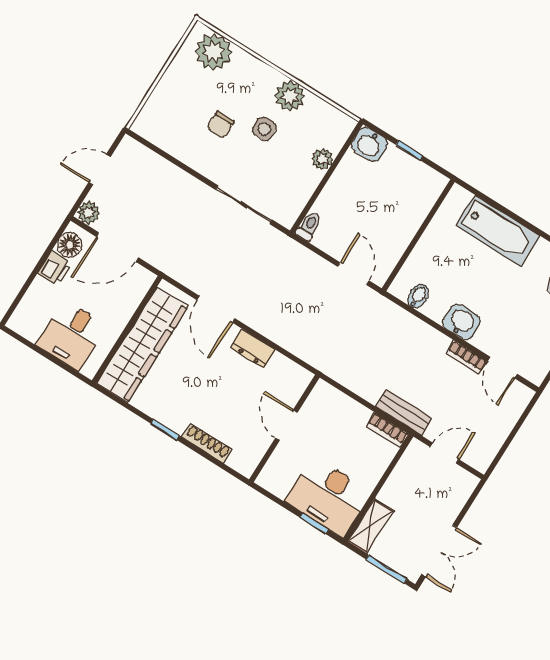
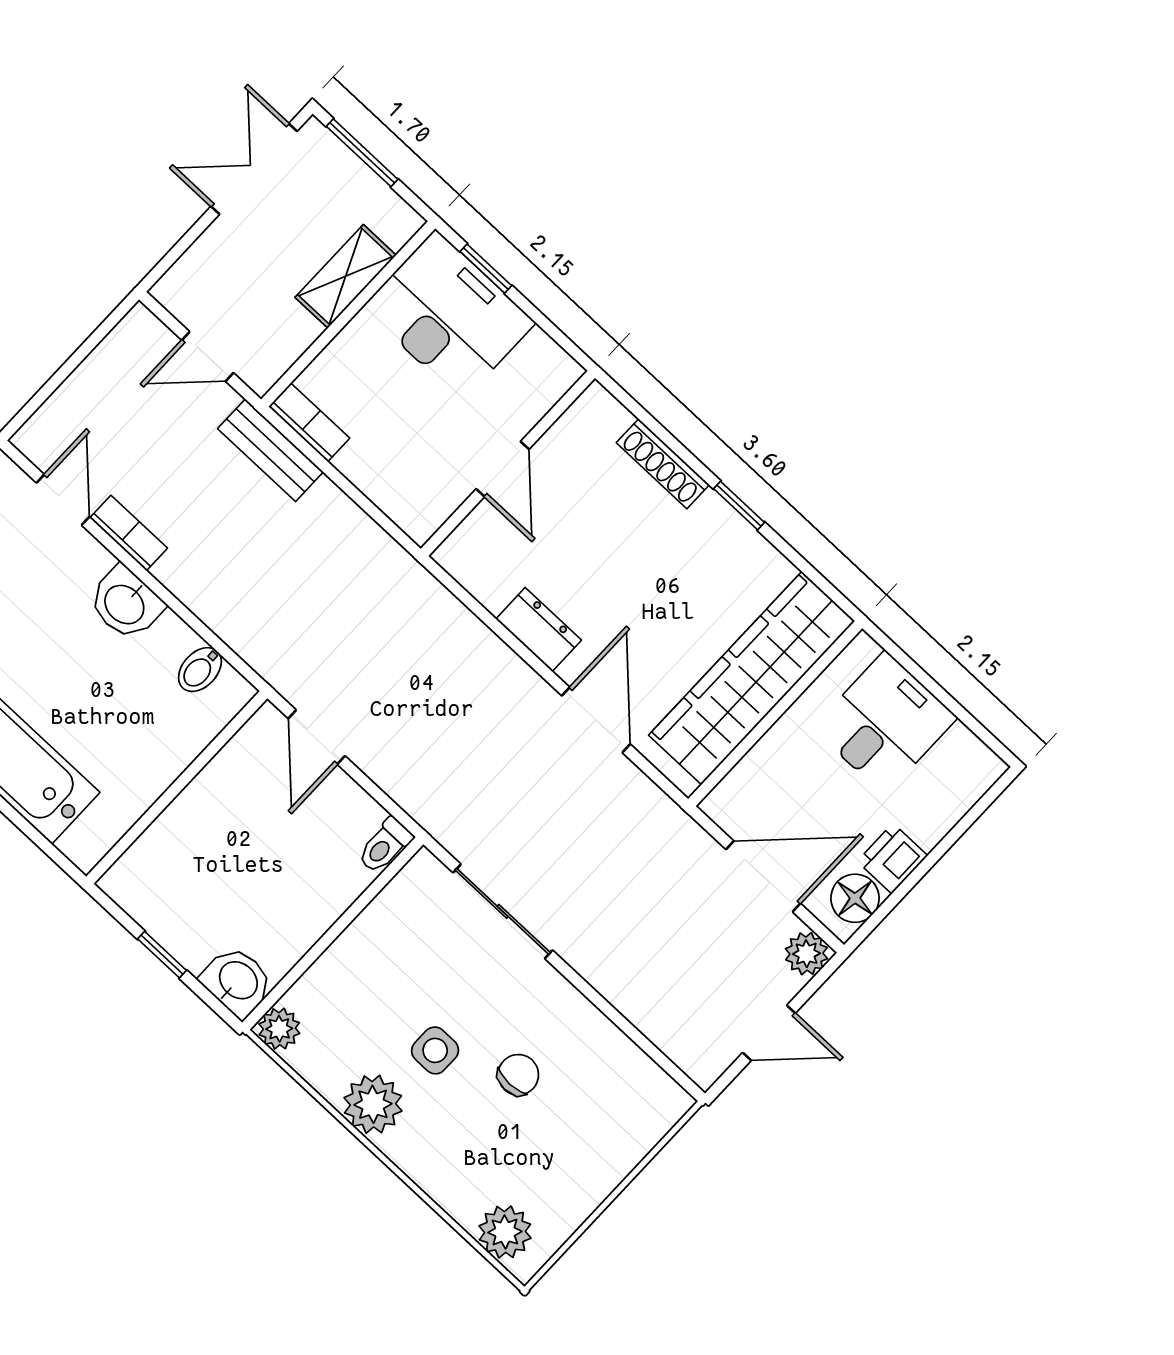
plant: (214, 52) -> (505, 1232), width x0.73, depth x0.73
plant: (322, 159) -> (279, 1029), moved
shelving: (371, 526) -> (346, 276), moved

